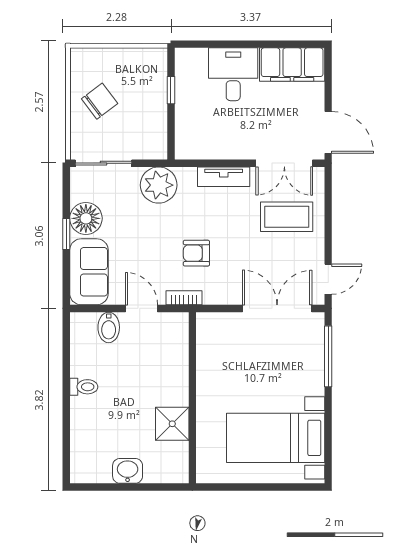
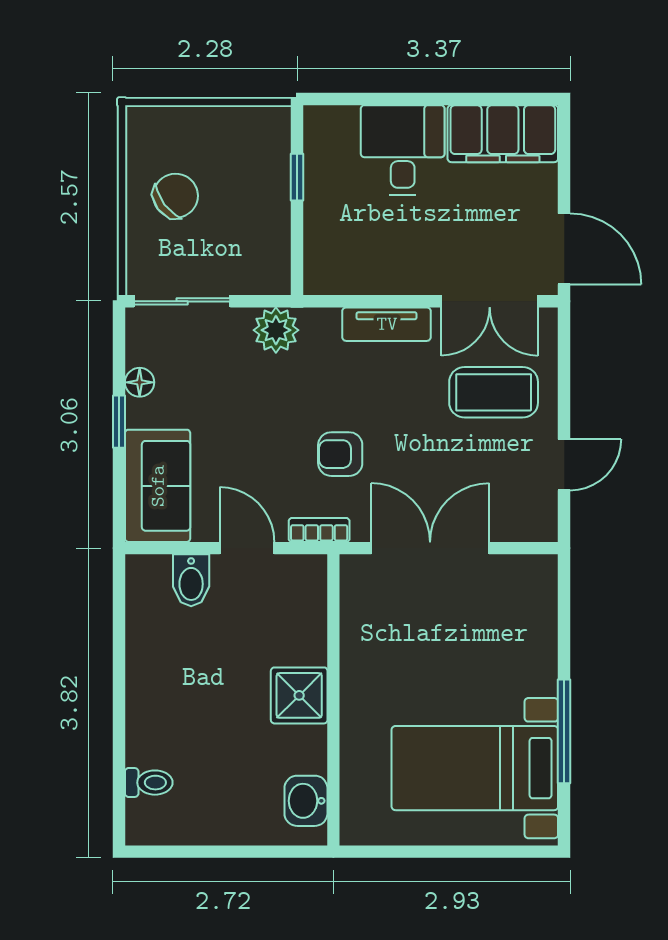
plant: (159, 185) -> (276, 330), width x0.73, depth x0.73
floor lamp: (86, 218) -> (140, 382), width x0.53, depth x0.53
door: (328, 279) -> (564, 465), moved
double door: (277, 308) -> (430, 548), moved
window: (328, 356) -> (564, 731), moved
toilet: (84, 387) -> (149, 783), moved
shower: (172, 424) -> (299, 695), moved
washbasin: (128, 471) -> (306, 801), moved, turned -90

